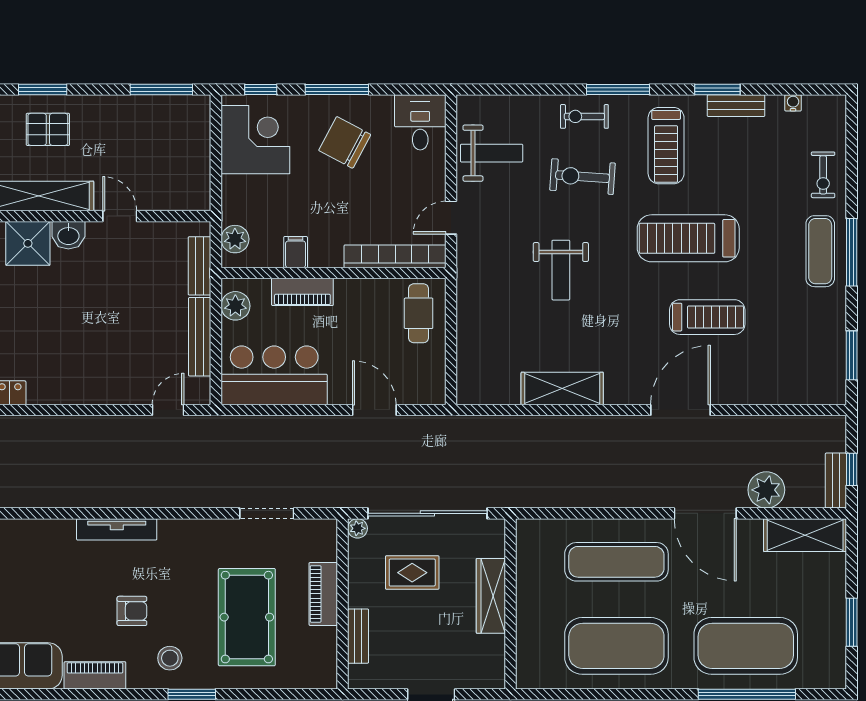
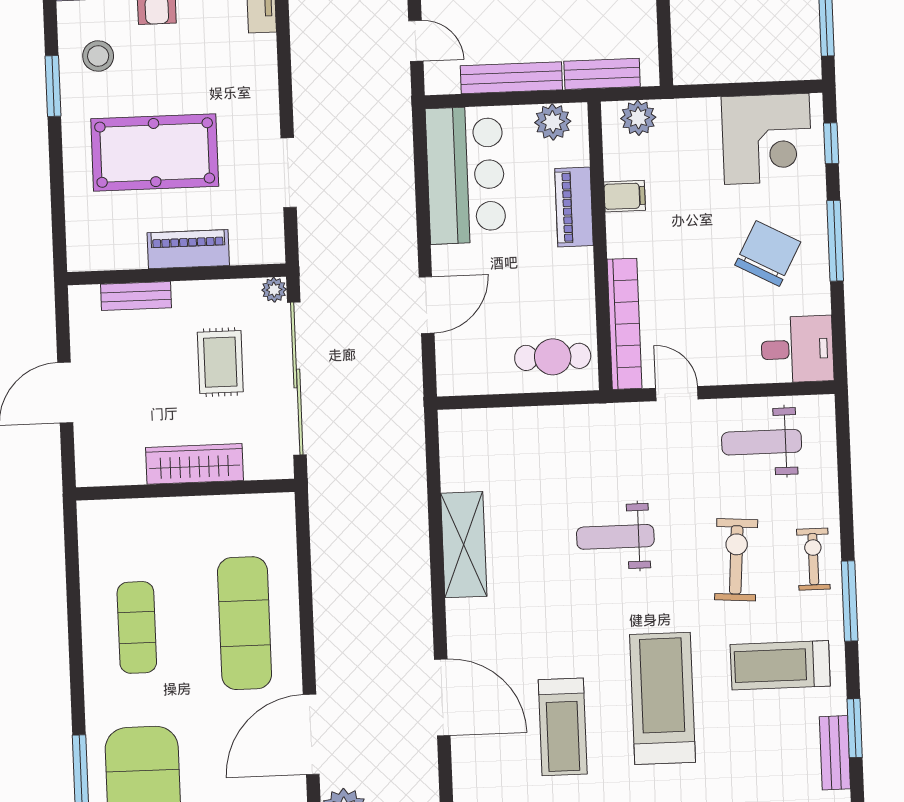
weight bench: (492, 153) -> (762, 442), turned 90
exercise mat: (616, 646) -> (137, 627), width x0.50, depth x0.69

